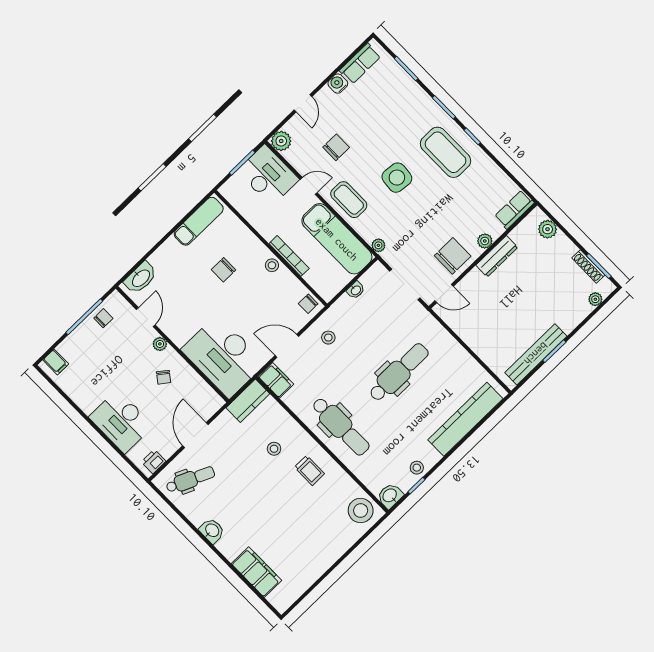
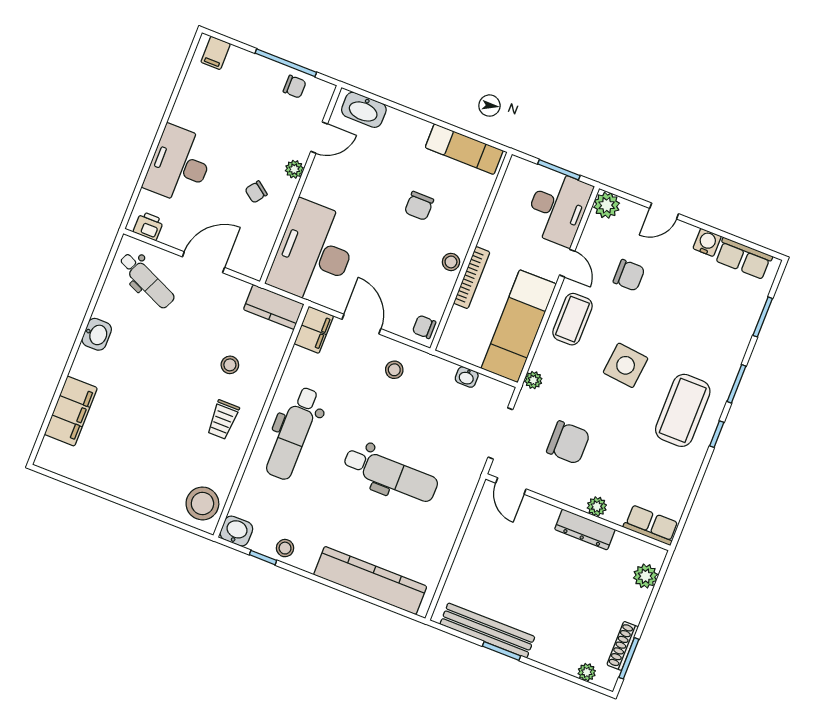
chair: (453, 256) -> (568, 443), moved
chair: (224, 270) -> (419, 206), turned -90

